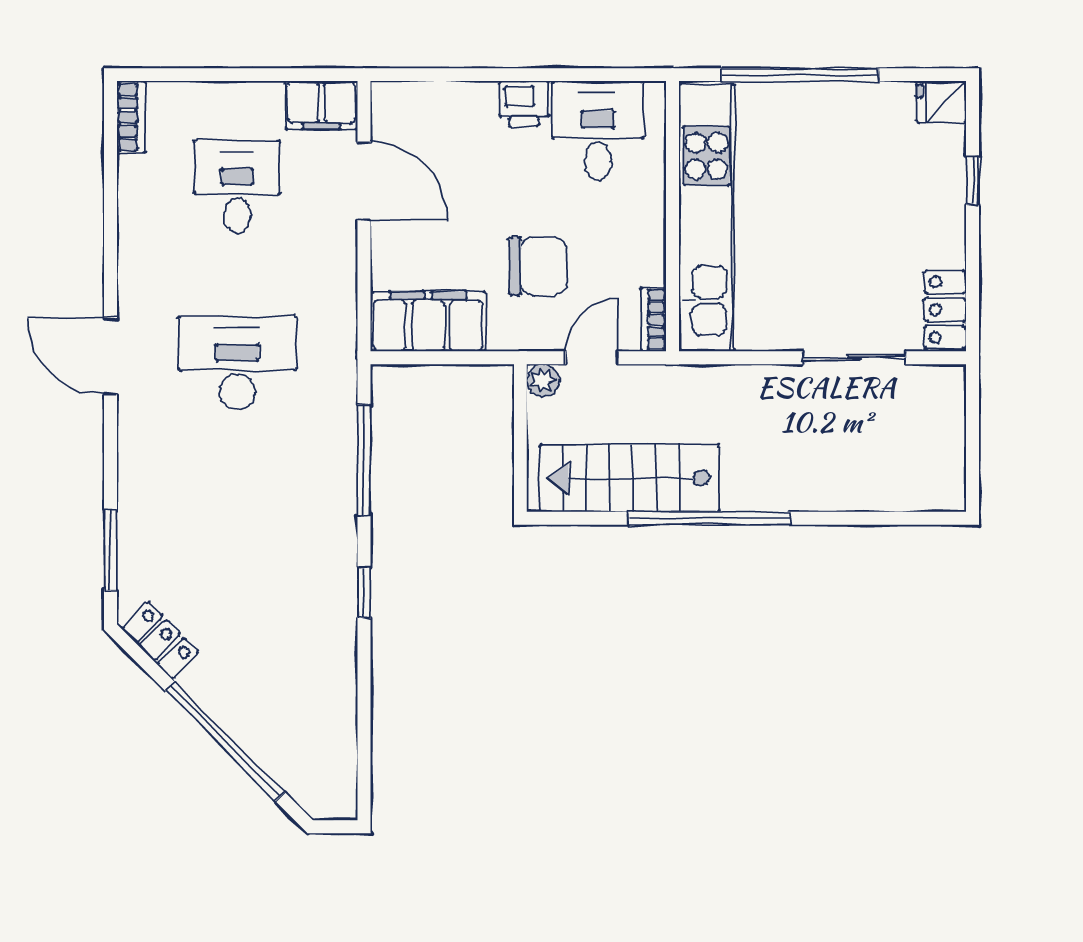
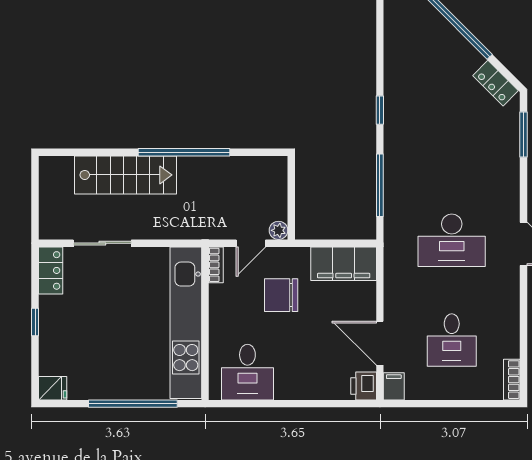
printer: (524, 103) -> (364, 386), moved, turned -90
filing cabinet: (321, 105) -> (394, 386), width x0.50
window: (973, 180) -> (35, 322), moved
stairs: (629, 478) -> (125, 175), moved

